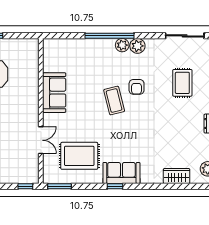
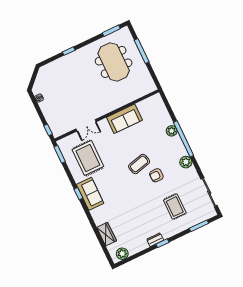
plant: (122, 45) -> (172, 131), moved
rug: (182, 83) -> (175, 207), turned 90

